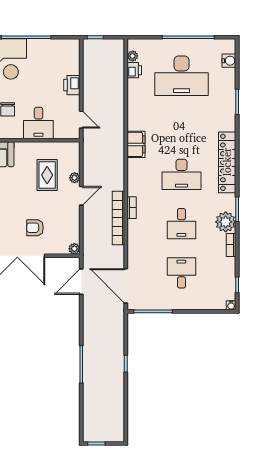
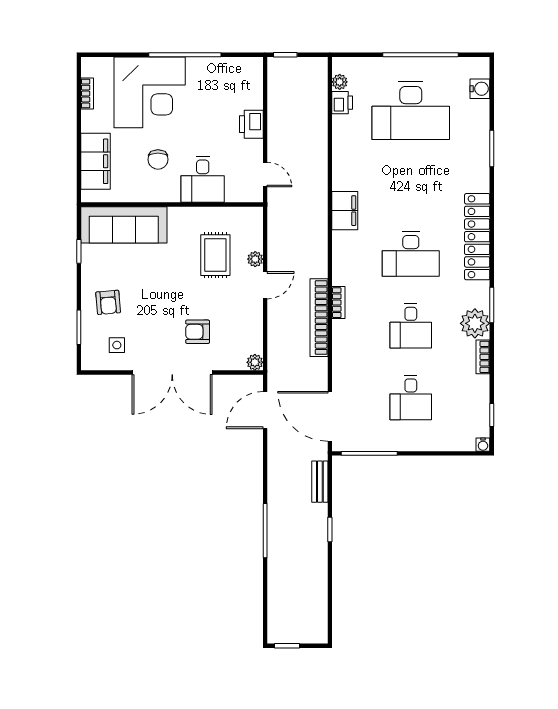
desk: (181, 273) -> (411, 398), turned 180
bench: (119, 331) -> (320, 482), added

